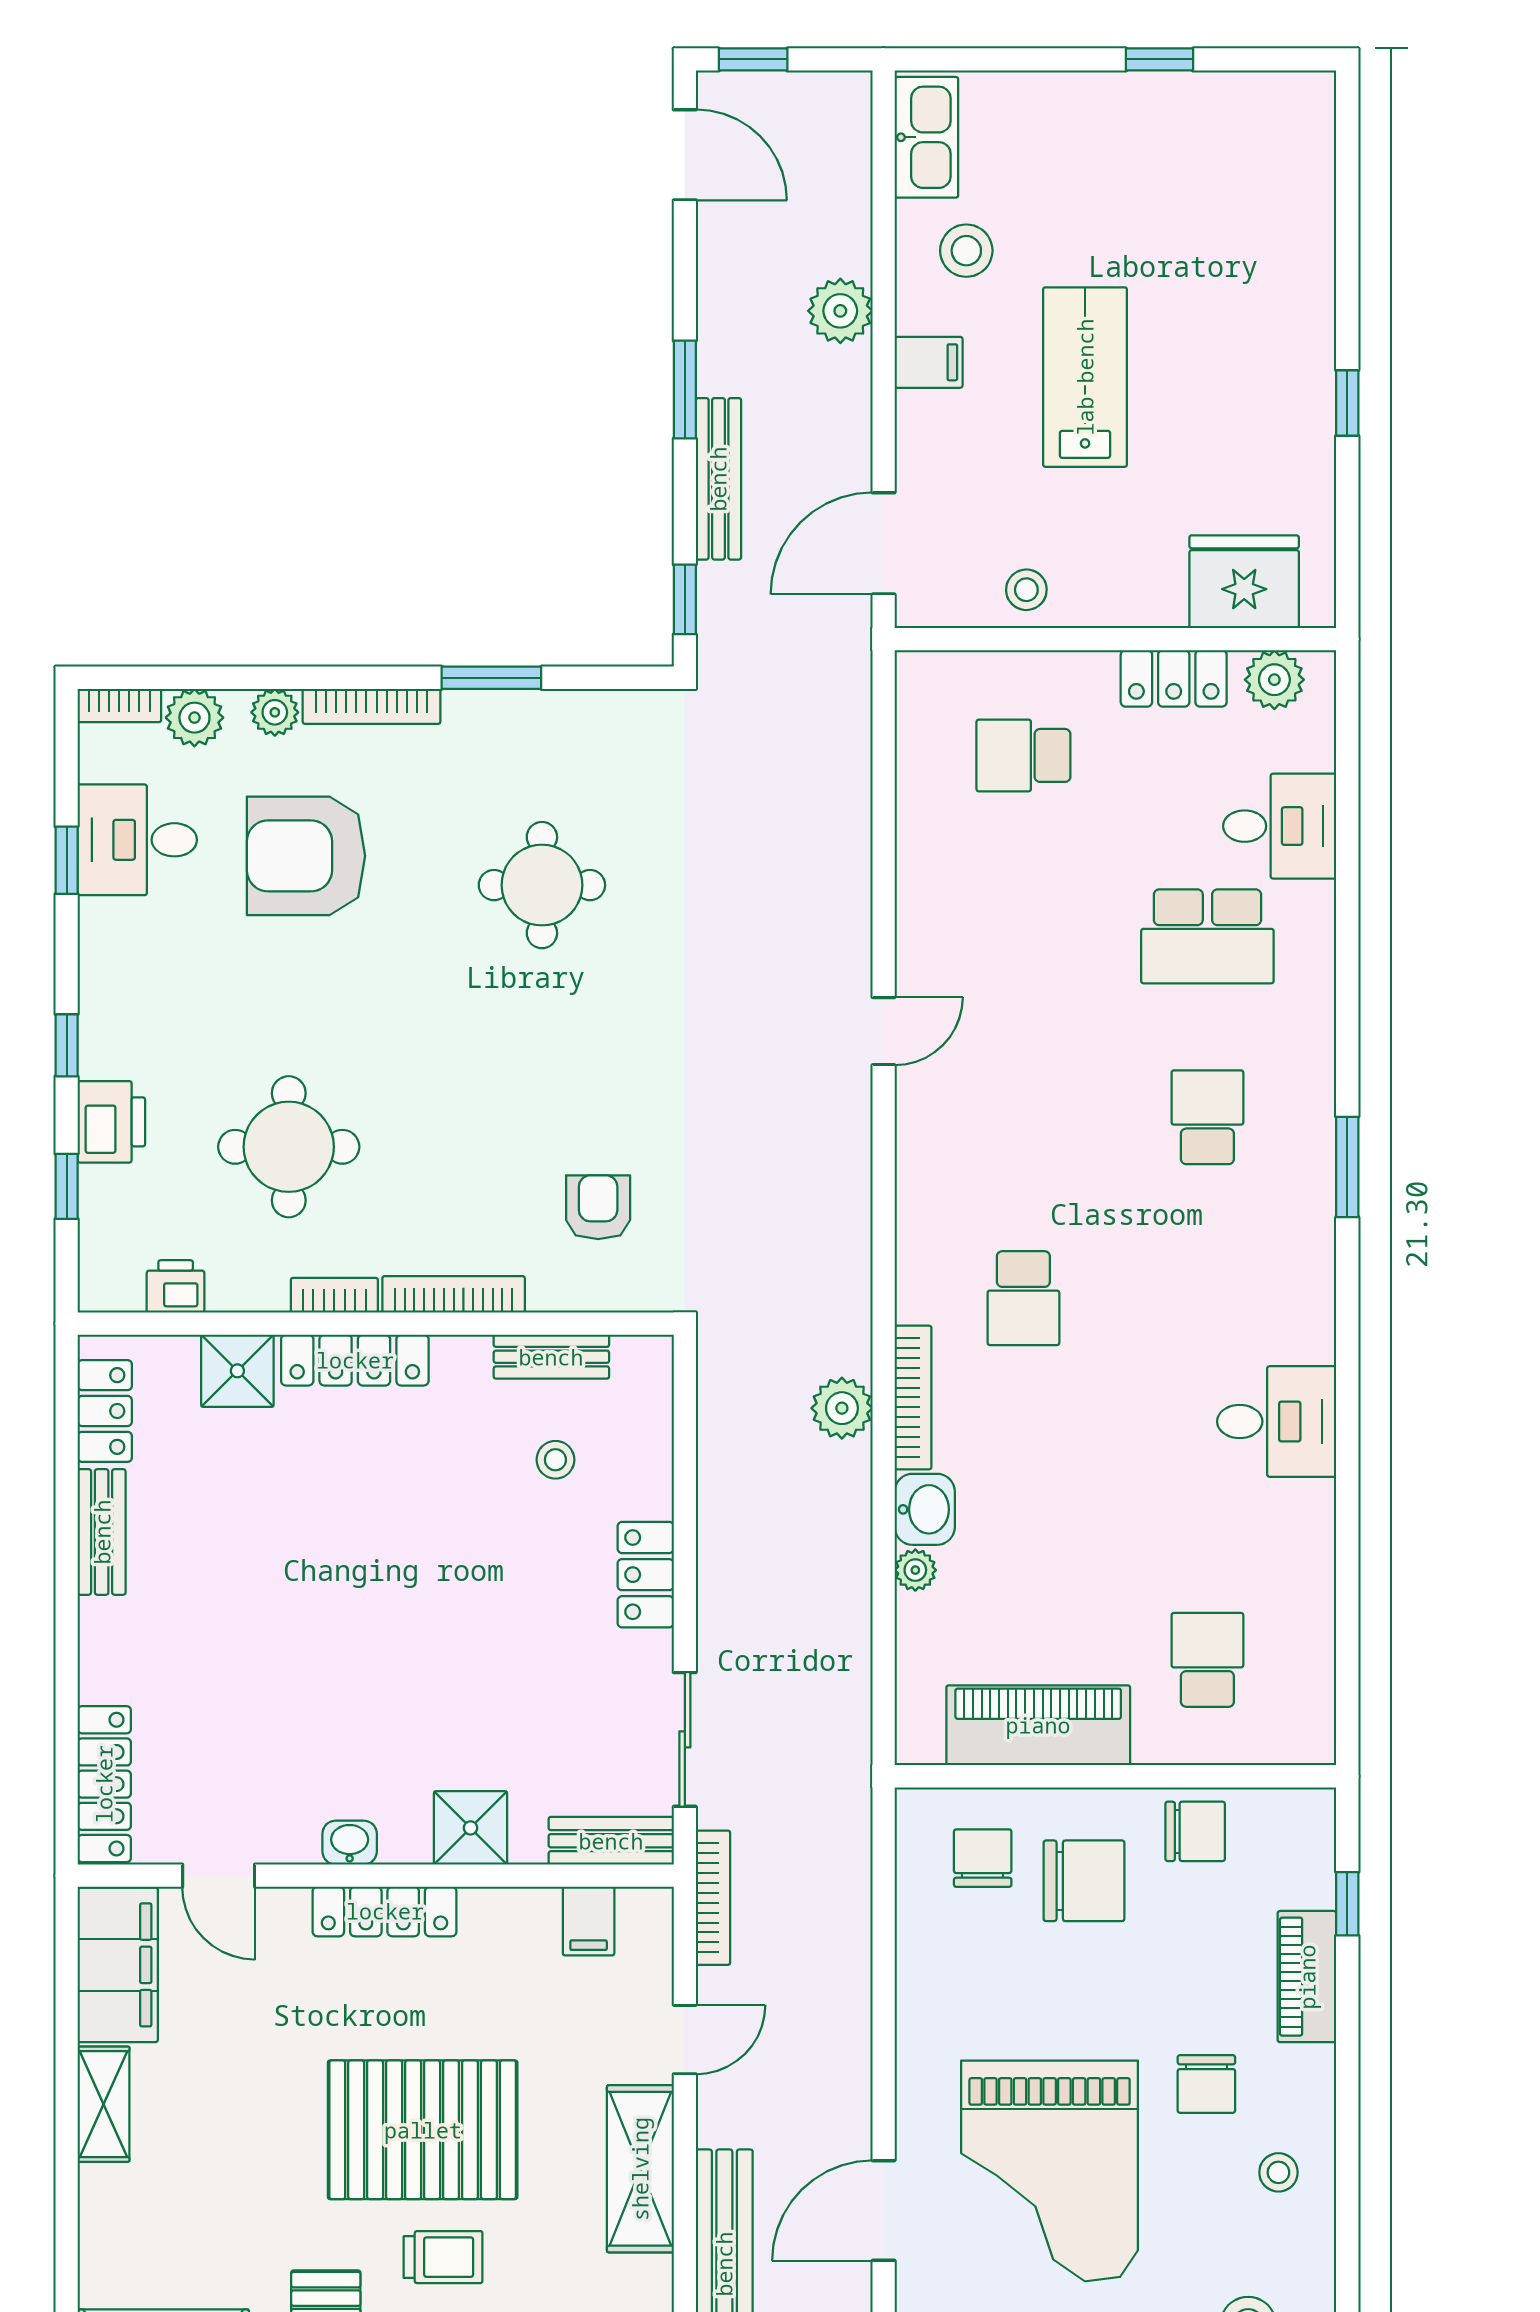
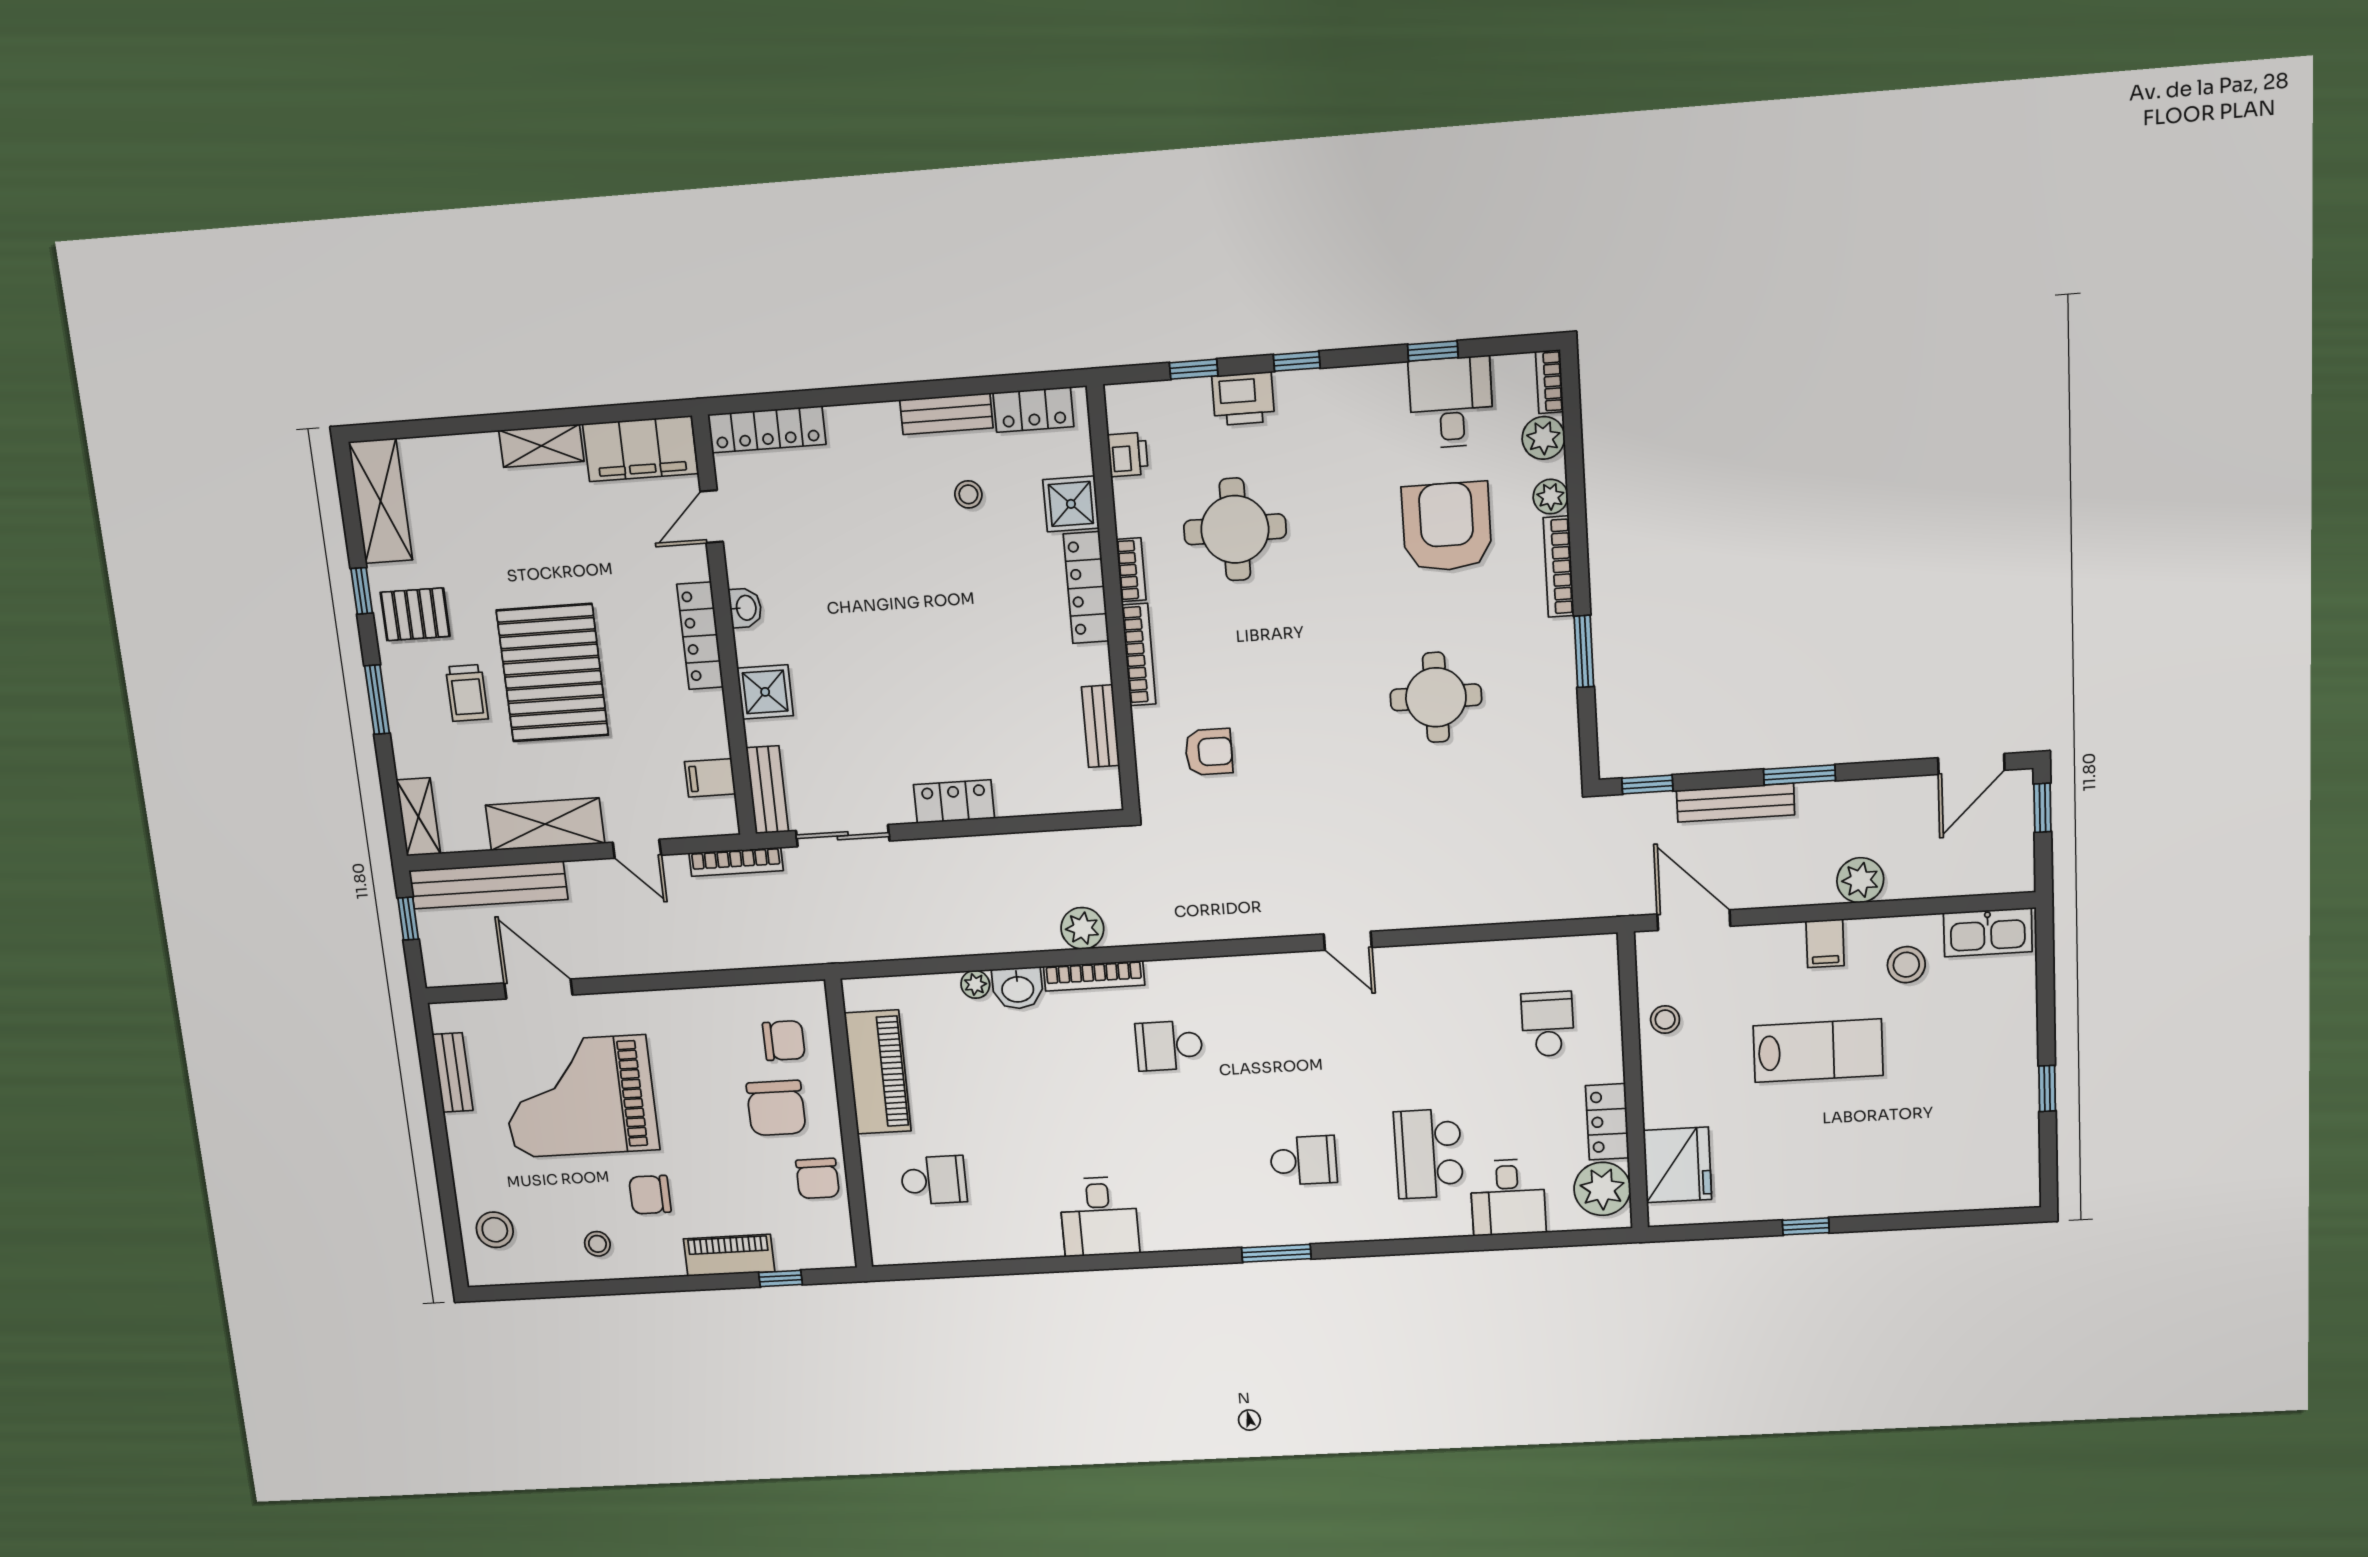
plant: (1274, 680) -> (1602, 1189), width x1.36, depth x1.36
stool: (555, 1460) -> (968, 494), moved

